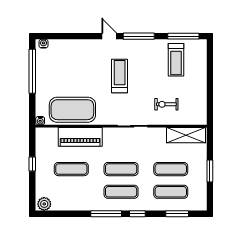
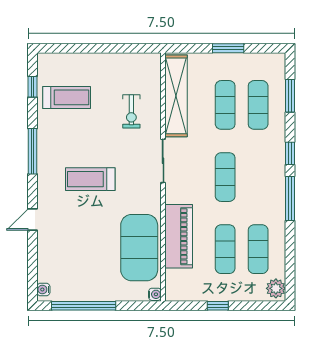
door: (109, 36) -> (32, 220), moved
window: (183, 36) -> (32, 87), width x0.46
shelving: (186, 135) -> (176, 96), width x1.47
exercise mat: (121, 192) -> (258, 249), moved

